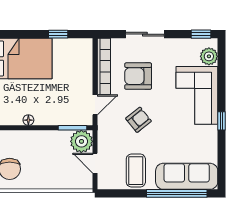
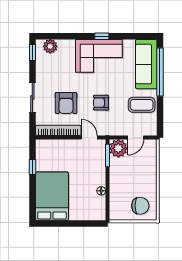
corner sofa: (197, 95) -> (99, 56), moved
armchair: (138, 120) -> (101, 103), turned -51

